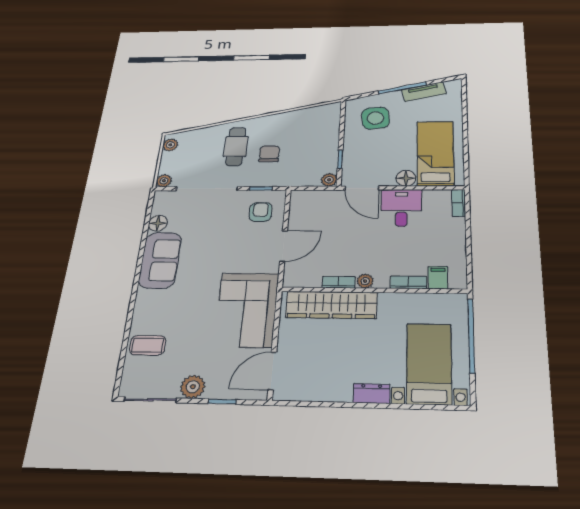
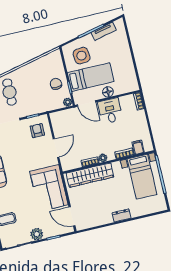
bed: (435, 153) -> (91, 77), moved, turned 90
chair: (269, 154) -> (56, 84), moved
bed with nightstands: (429, 364) -> (142, 177), moved, turned 180
door: (272, 371) -> (72, 216), hinge flipped

